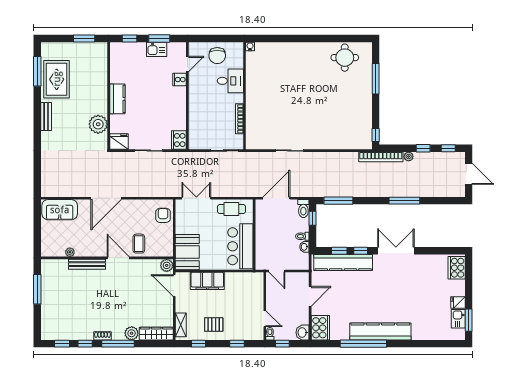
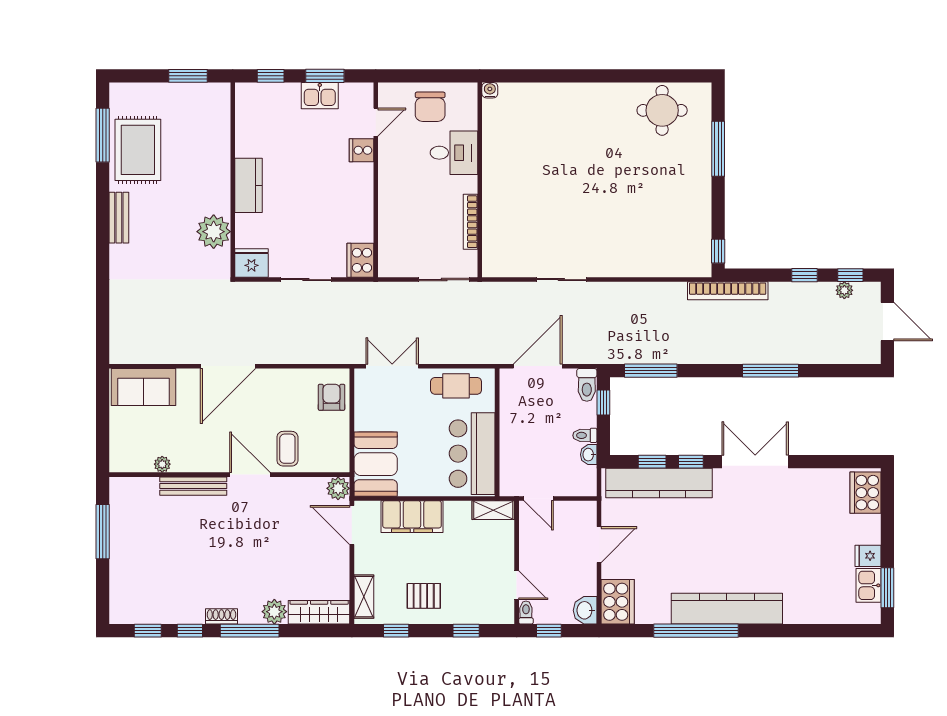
plant: (409, 156) -> (844, 290), moved
shelving: (252, 277) -> (493, 510), added

